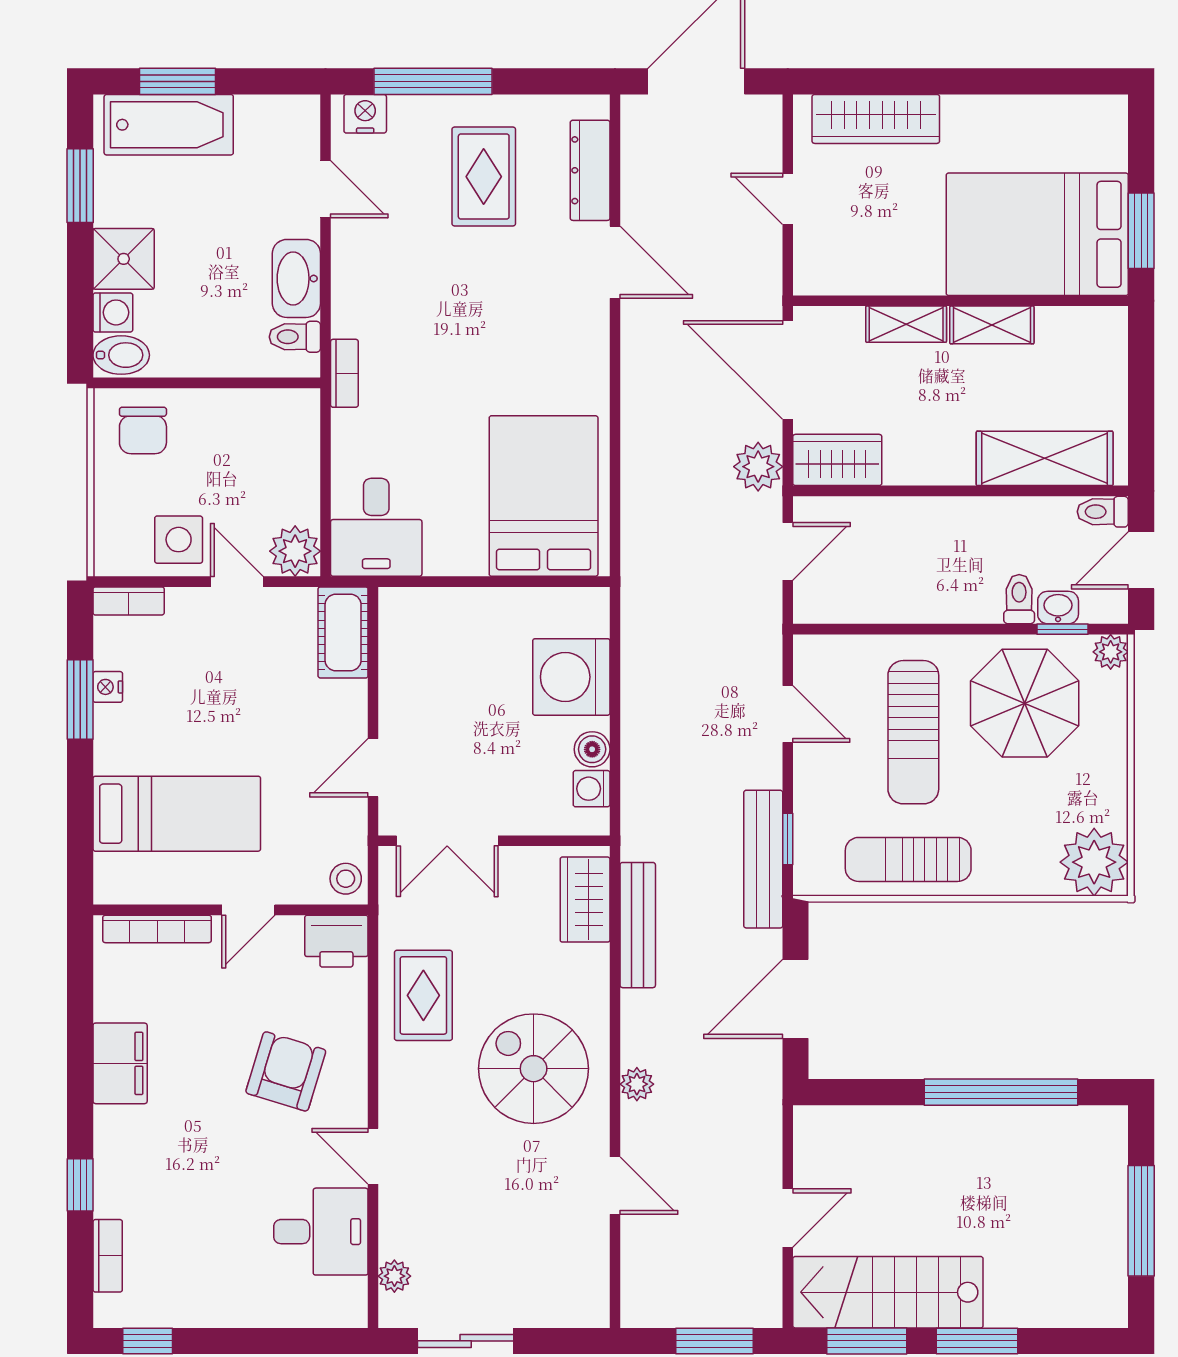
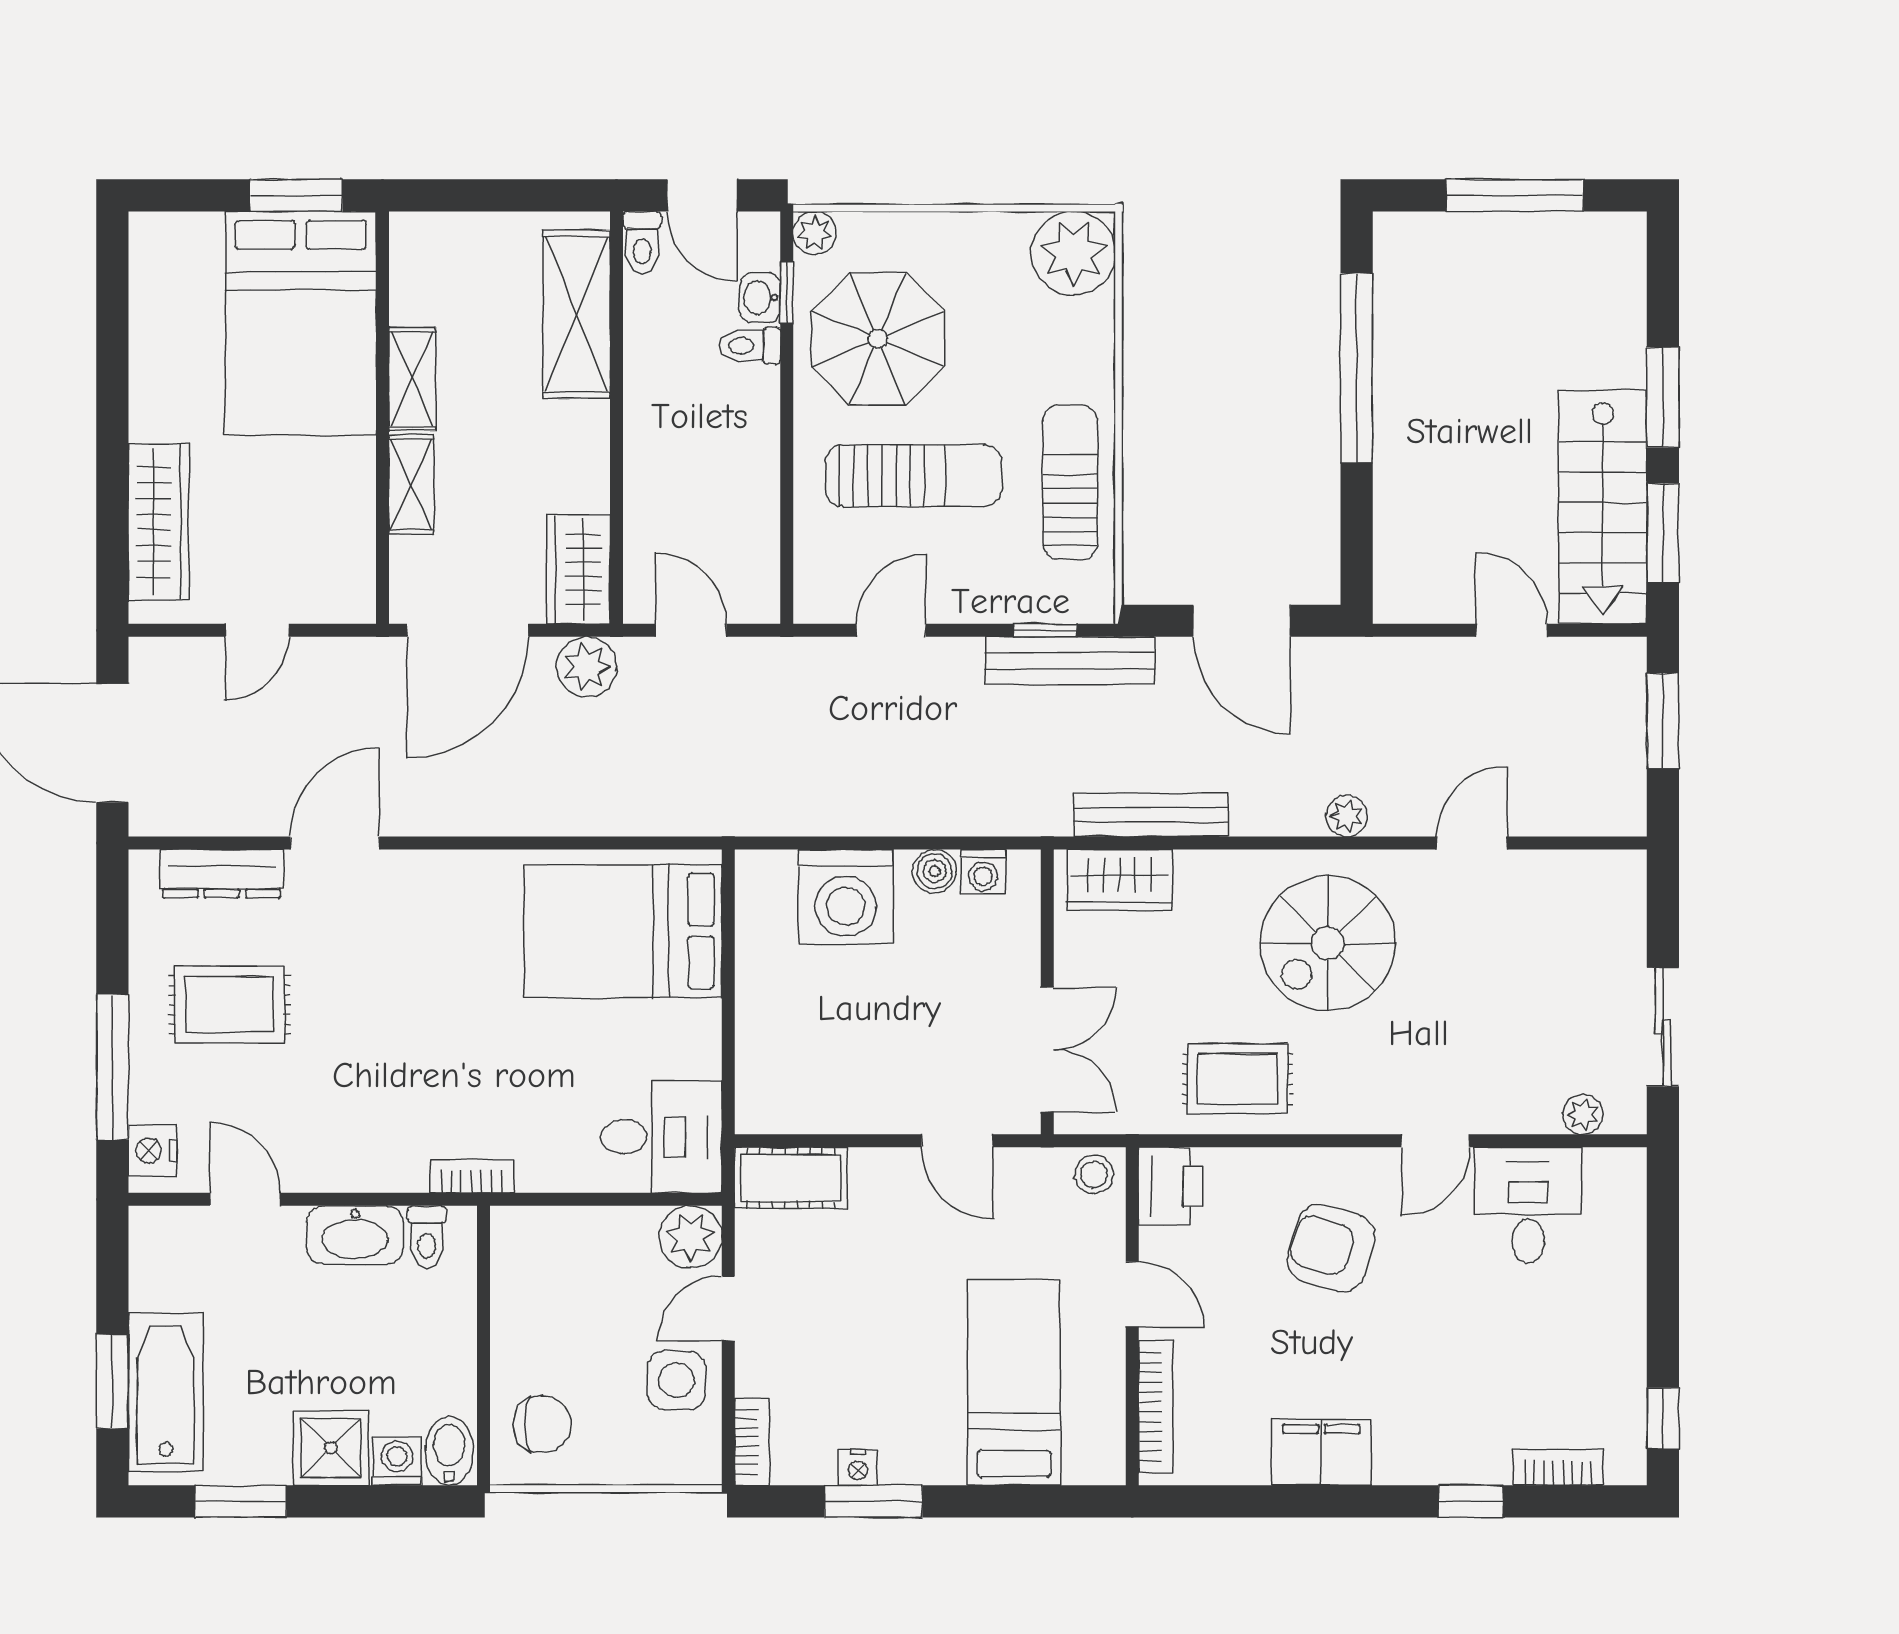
door: (326, 189) -> (245, 1199), hinge flipped
sun lounger: (908, 859) -> (1070, 482), turned 180

